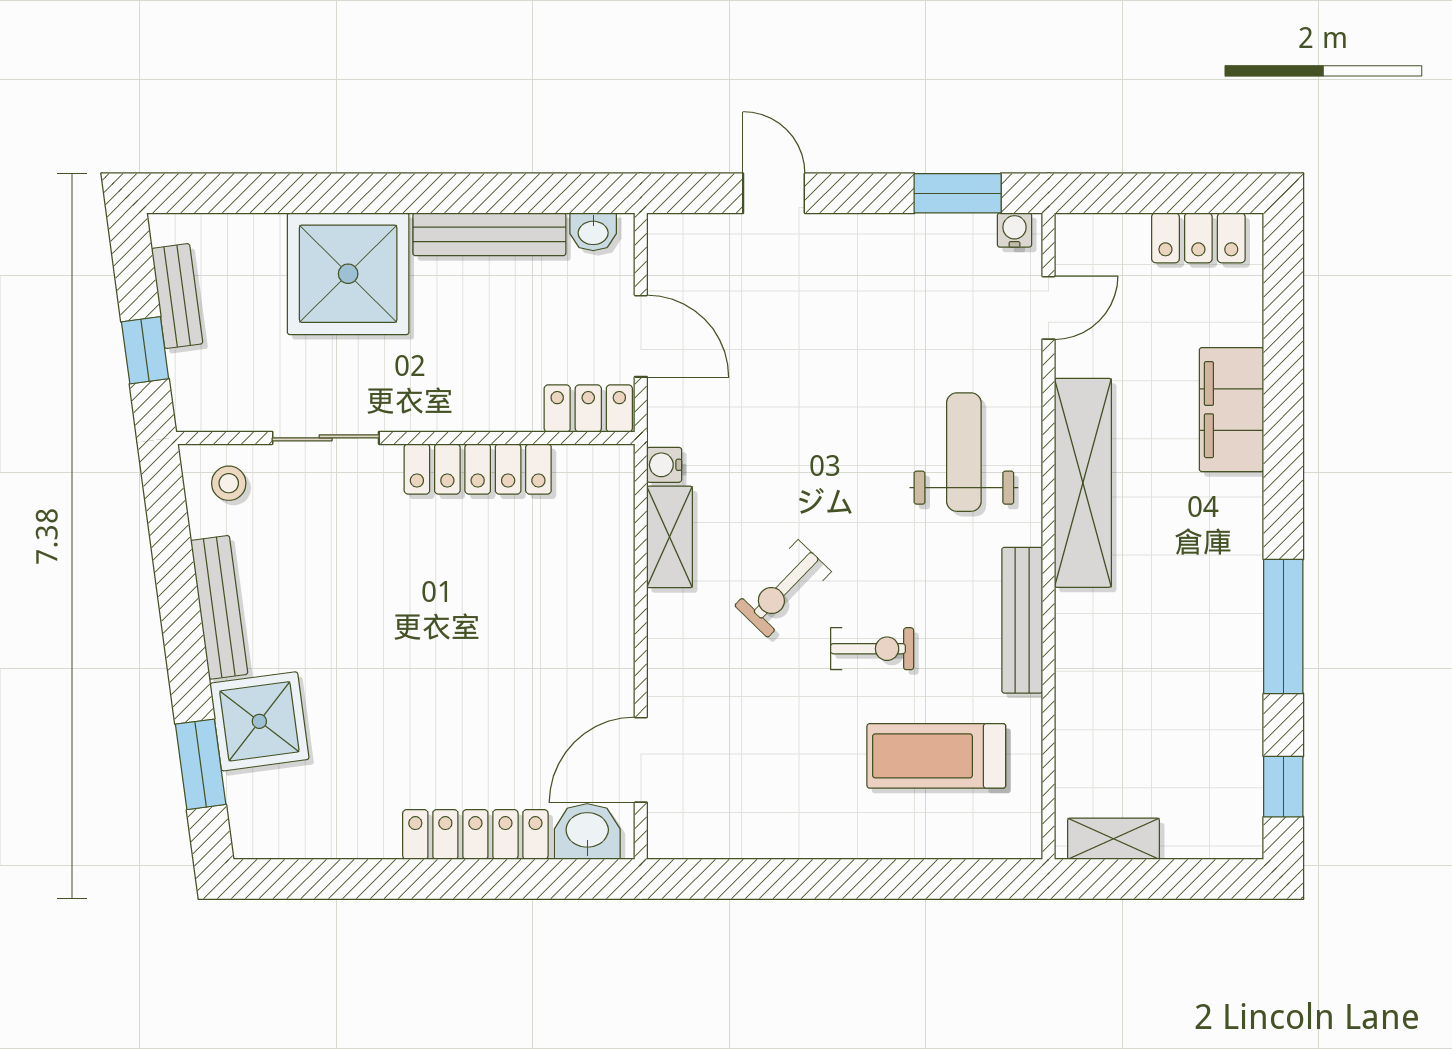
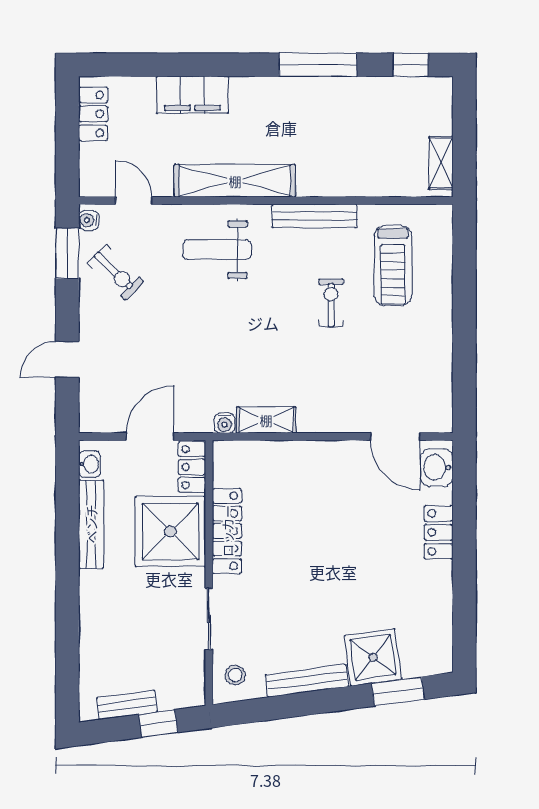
shower: (348, 274) -> (170, 531), moved
exercise bike: (783, 589) -> (115, 272), moved
locker: (475, 835) -> (438, 532), width x0.66

